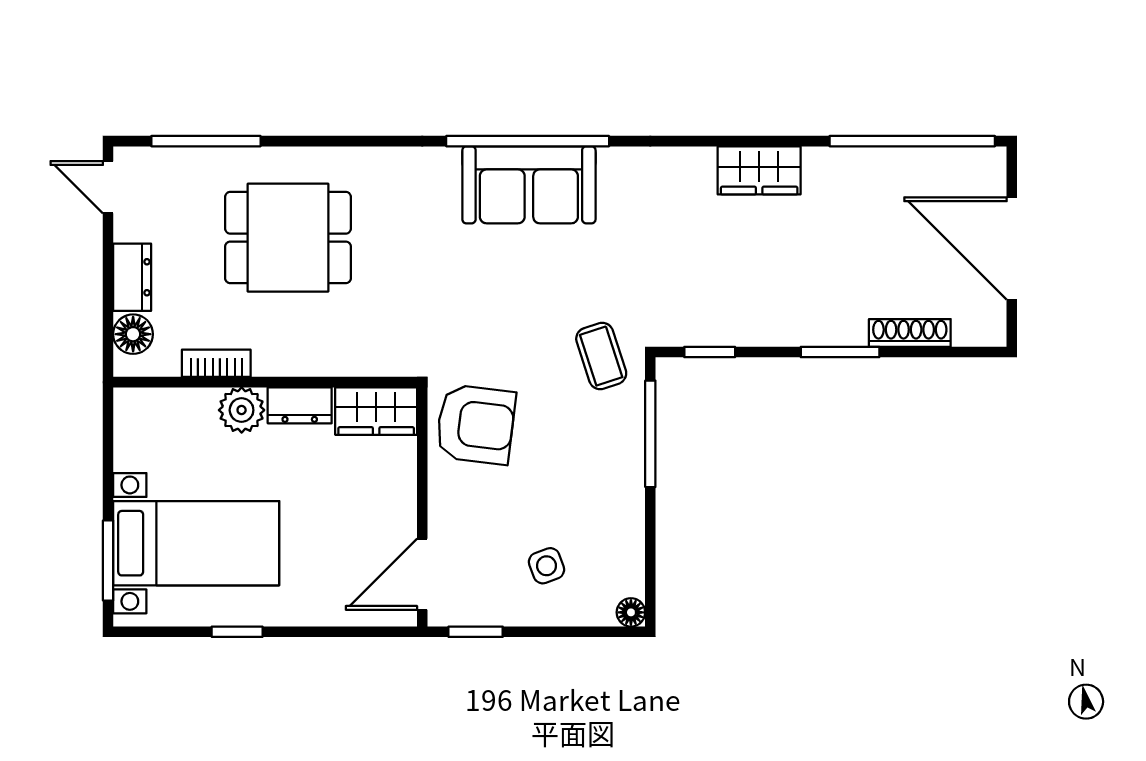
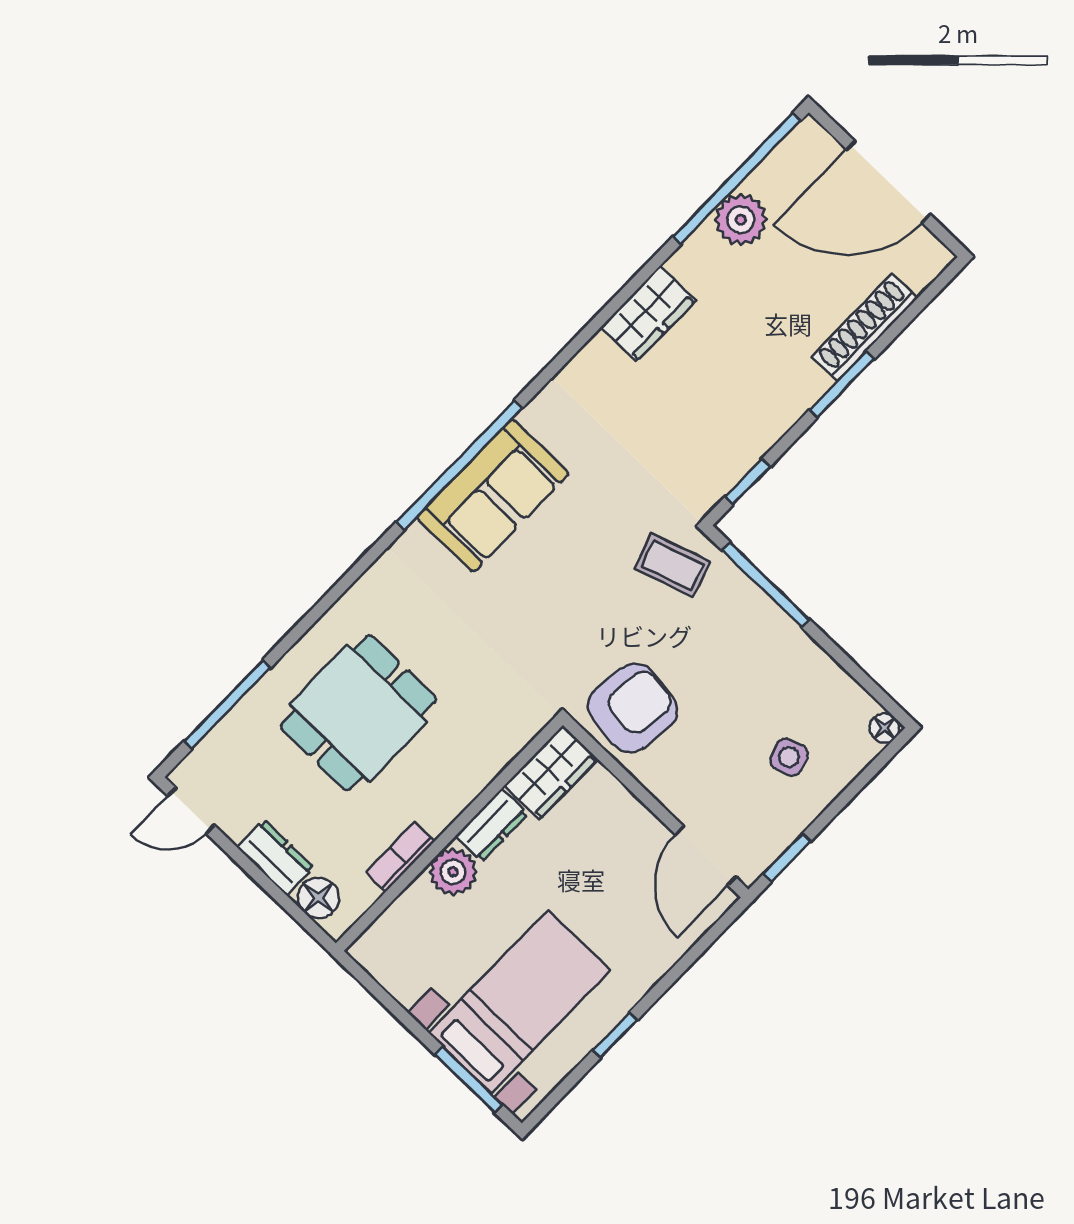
plant: (887, 171) -> (741, 219), added
shoe rack: (910, 333) -> (865, 327), width x1.36, depth x1.24

